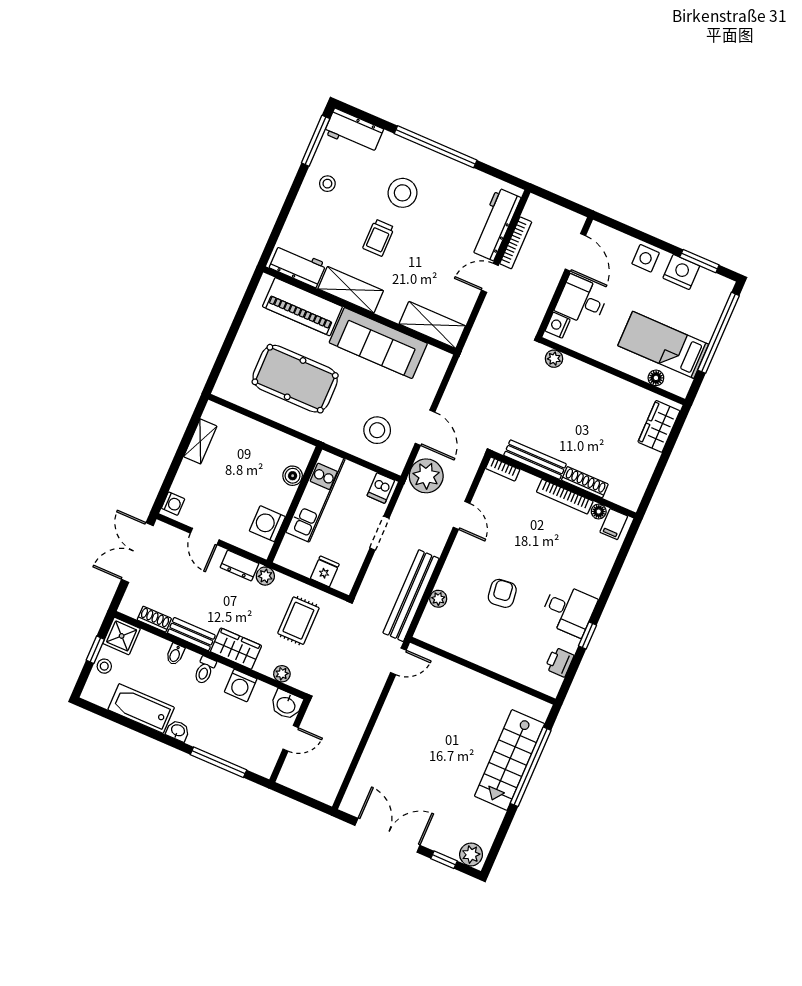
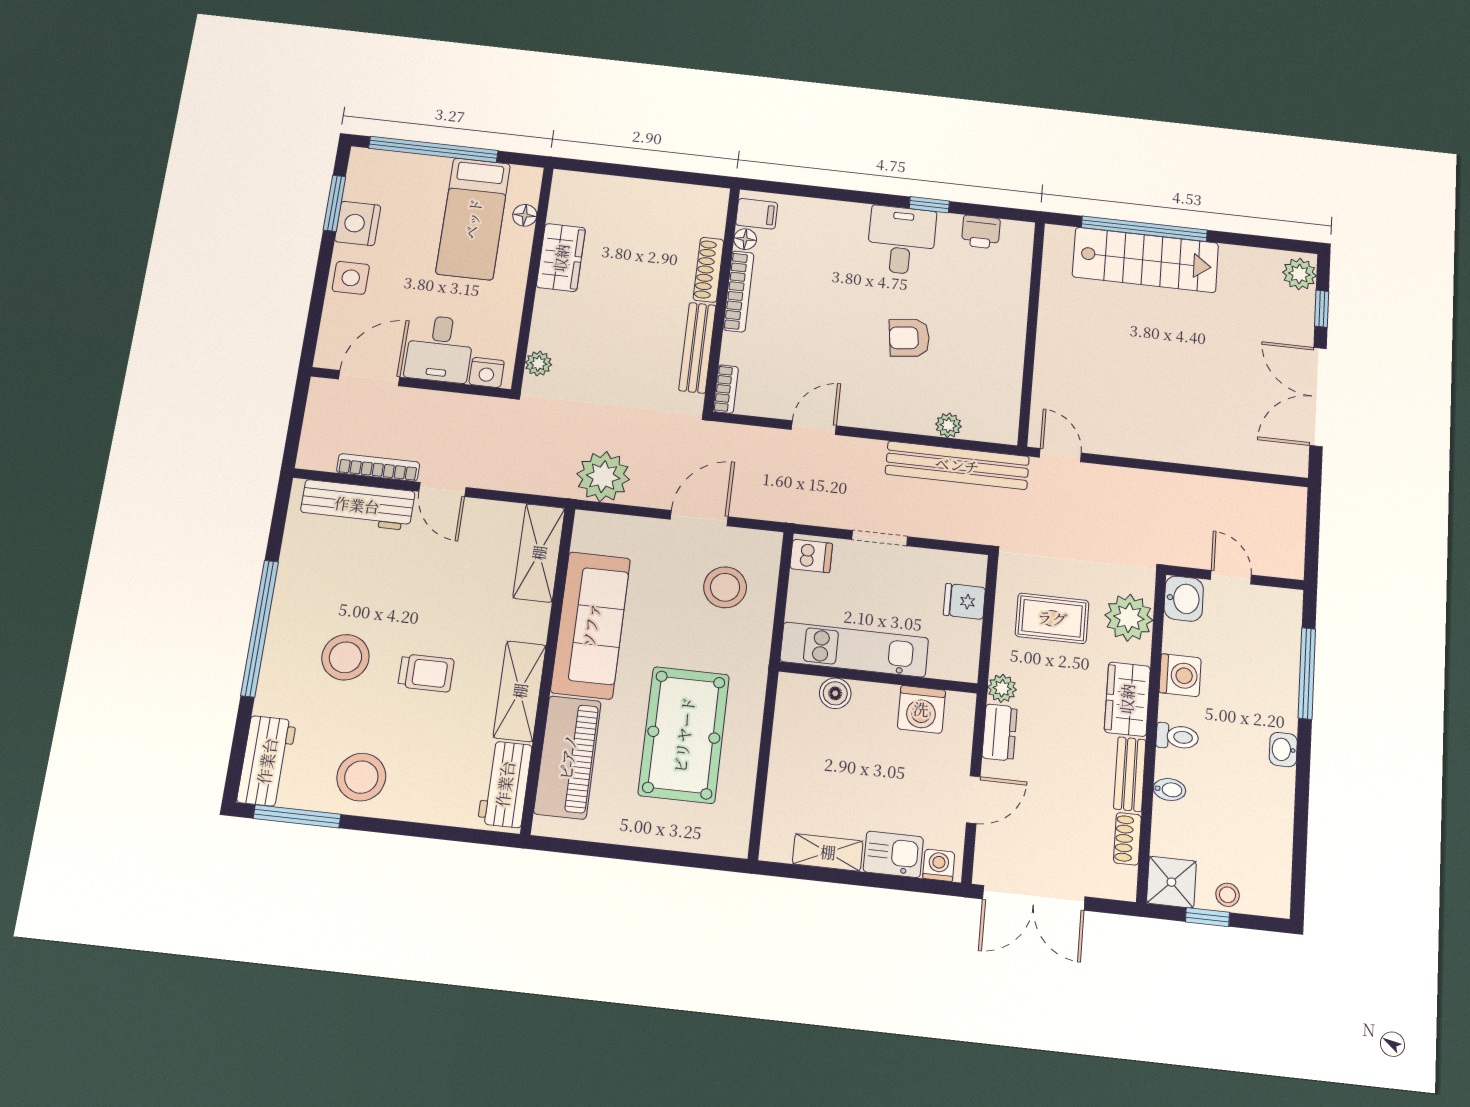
stool: (327, 184) -> (361, 777), width x1.89, depth x1.89
wardrobe: (659, 426) -> (561, 258), moved, turned -90
plant: (426, 476) -> (603, 477), moved
kitchen sink: (187, 479) -> (893, 854), added
plant: (282, 674) -> (1129, 618), width x1.88, depth x1.88
bathtub: (141, 708) -> (1271, 817), removed

